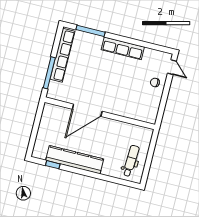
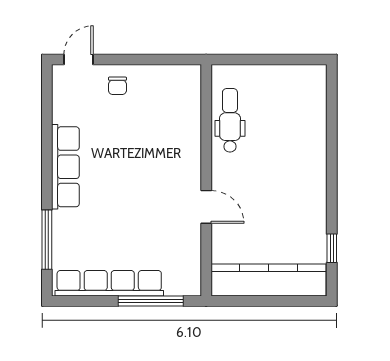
door: (87, 110) -> (206, 207), width x0.53
kitchen counter: (75, 160) -> (268, 280), moved, turned 90
dental chair: (131, 161) -> (230, 120), moved, turned 87

